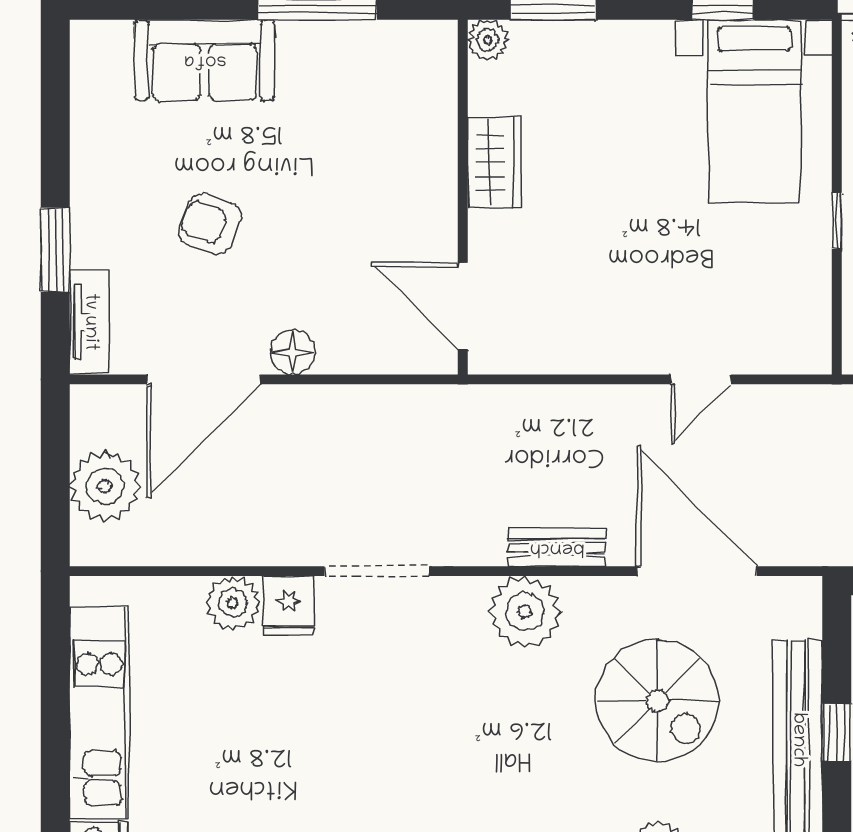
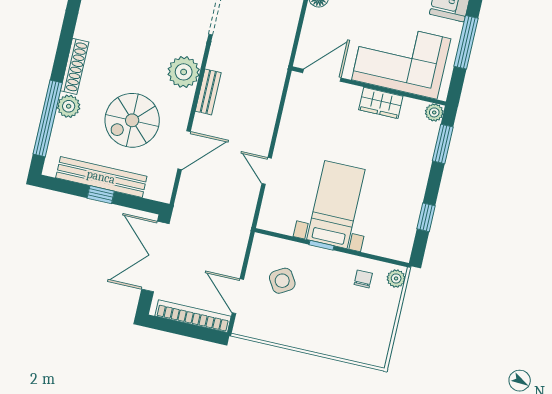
bed with nightstands: (754, 112) -> (336, 205), moved, turned 90
corner sofa: (387, 139) -> (401, 59), added
door: (697, 571) -> (184, 150), width x0.73

